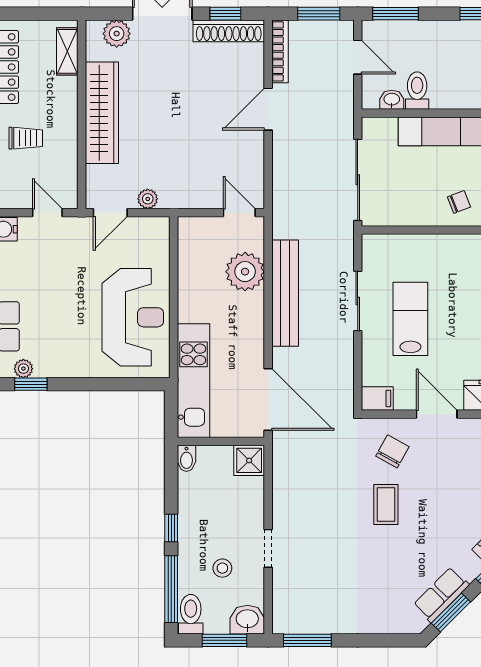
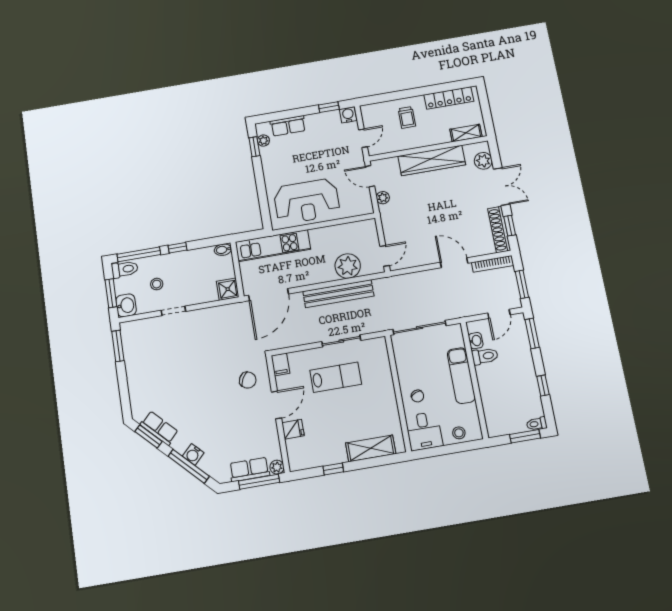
coffee table: (386, 504) -> (213, 382), removed

